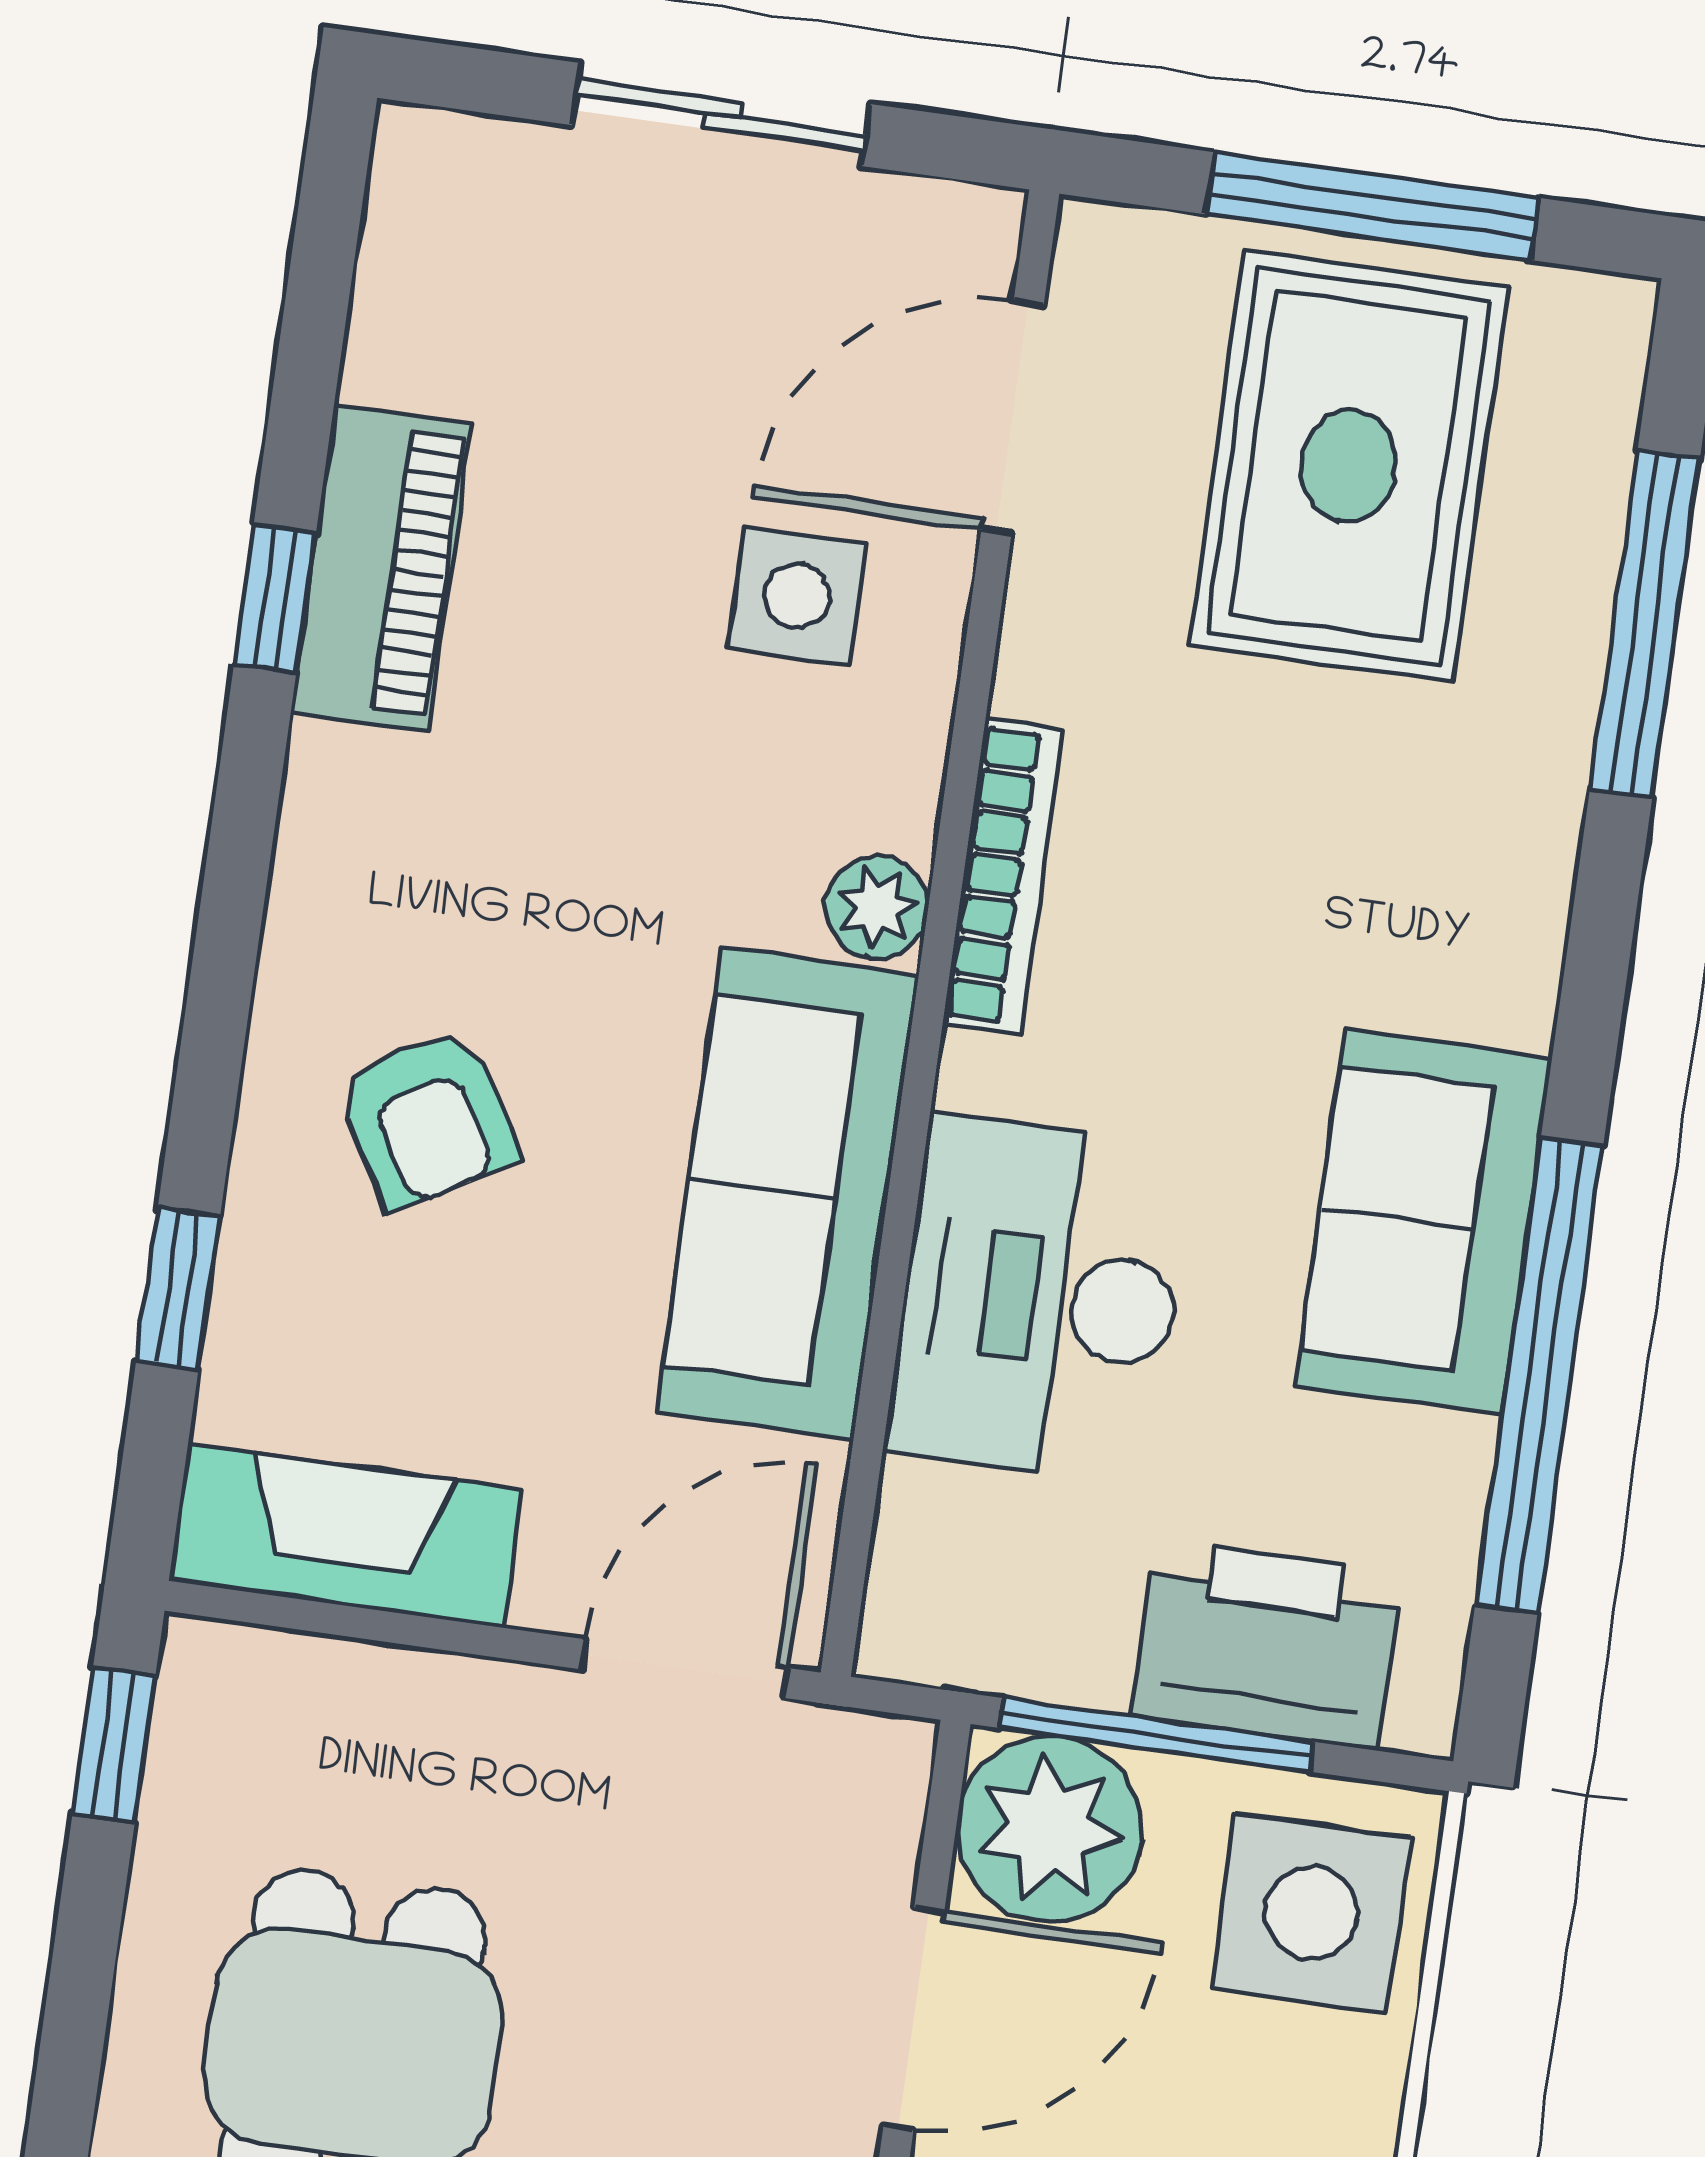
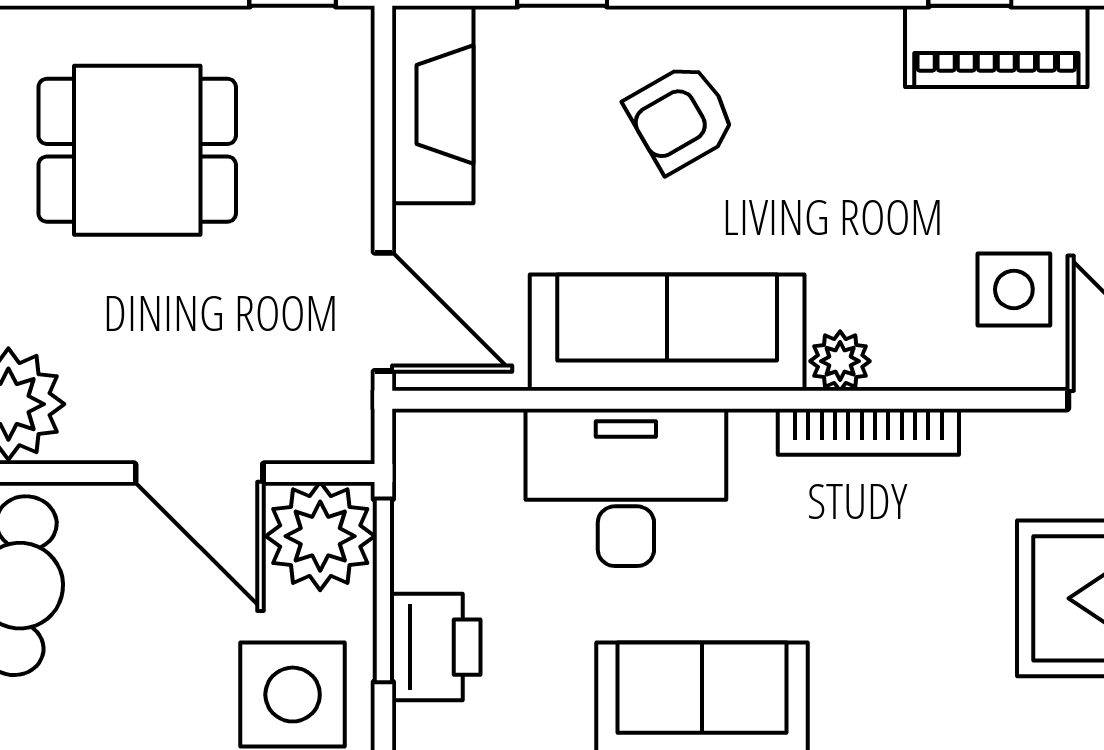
printer: (1267, 1644) -> (436, 647), width x0.73, depth x0.84

